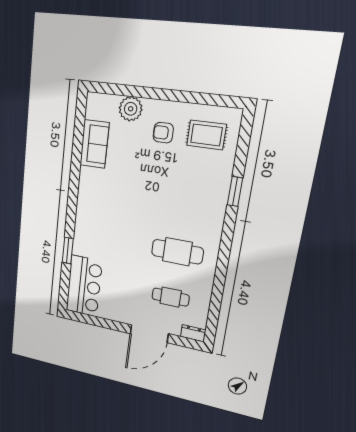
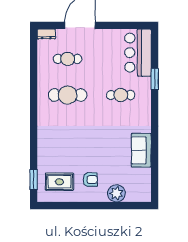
sofa: (94, 144) -> (141, 150), moved
window: (235, 191) -> (34, 180), moved
cafe table: (110, 239) -> (121, 95), added

